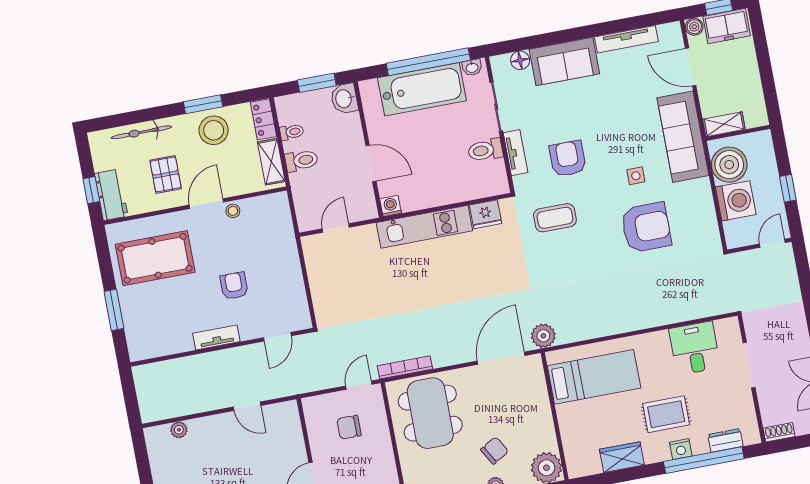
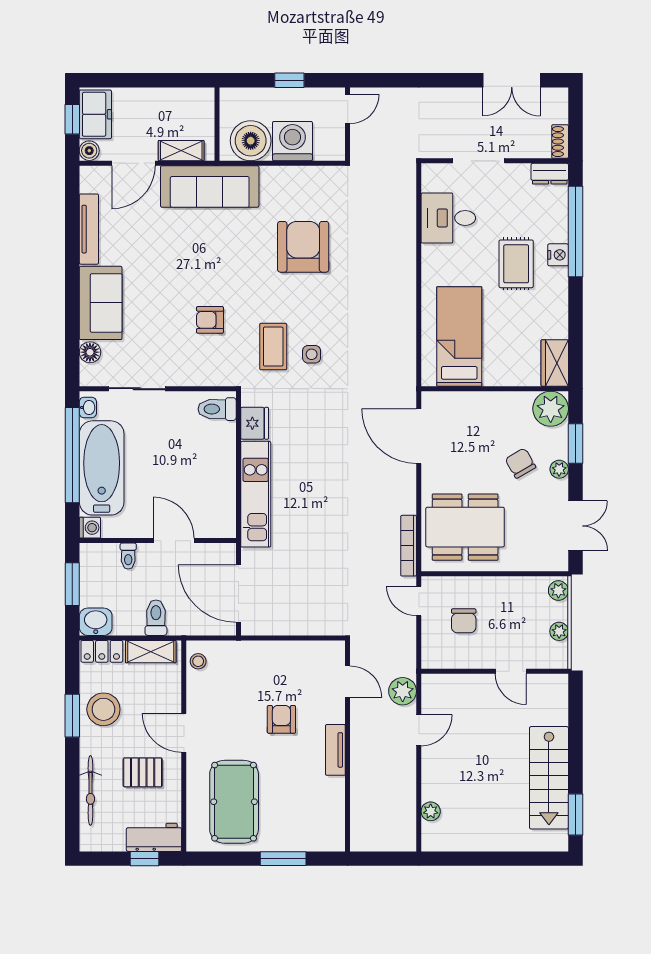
washbasin: (344, 99) -> (96, 622), moved, turned 180
shelving: (724, 124) -> (181, 151), moved, turned 90
toilet: (292, 132) -> (128, 556), moved, turned 180
toilet: (485, 150) -> (217, 409), moved, turned 90
tv unit: (516, 153) -> (192, 377), removed
armchair: (568, 159) -> (210, 320), width x0.72, depth x0.72
door: (371, 163) -> (174, 541), hinge flipped
side table: (636, 176) -> (312, 354), moved
washing machine: (391, 206) -> (90, 528), moved, turned 180
stool: (233, 211) -> (198, 661), moved
door: (336, 228) -> (238, 594), width x1.88
door: (772, 243) -> (348, 109), swing flipped
armchair: (234, 286) -> (281, 719), turned 90
plant: (543, 336) -> (403, 691), moved
dresser: (725, 440) -> (550, 174), moved, turned -90
wardrobe: (622, 457) -> (555, 363), moved

